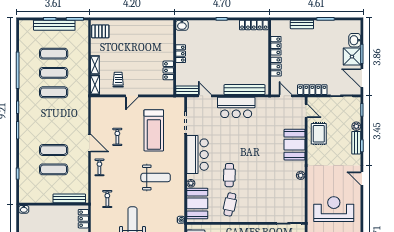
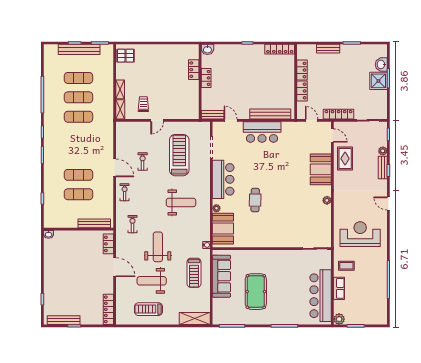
locker: (168, 70) -> (194, 70), moved
door: (362, 78) -> (388, 103), removed
treadmill: (154, 130) -> (179, 155), turned 180
cafe table: (230, 204) -> (256, 229), removed

